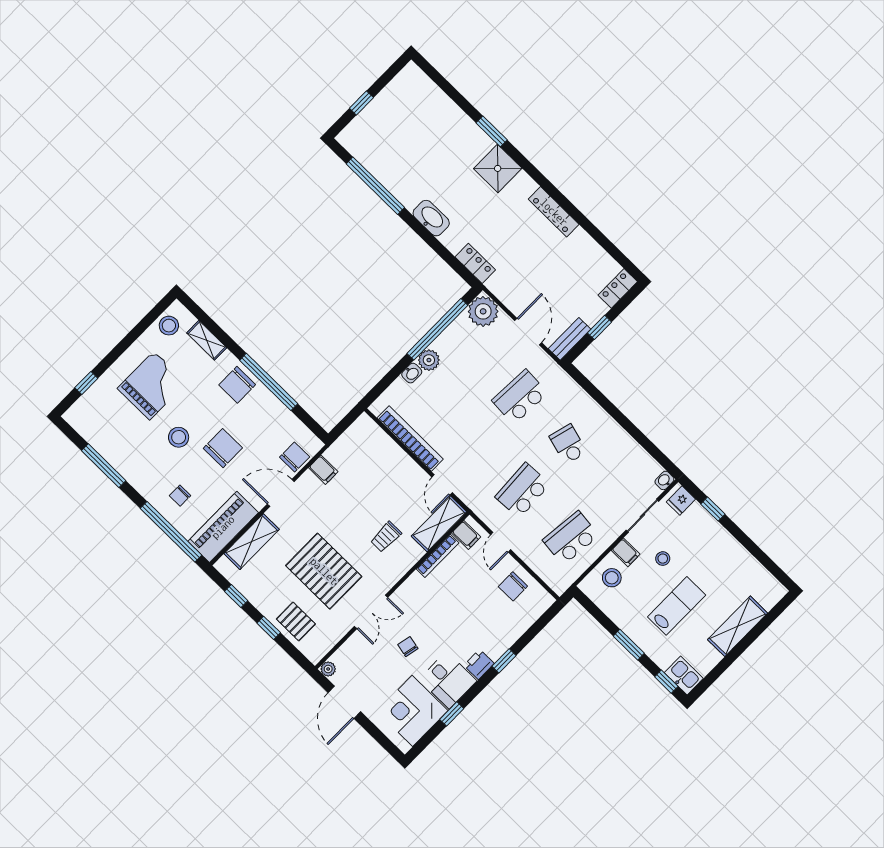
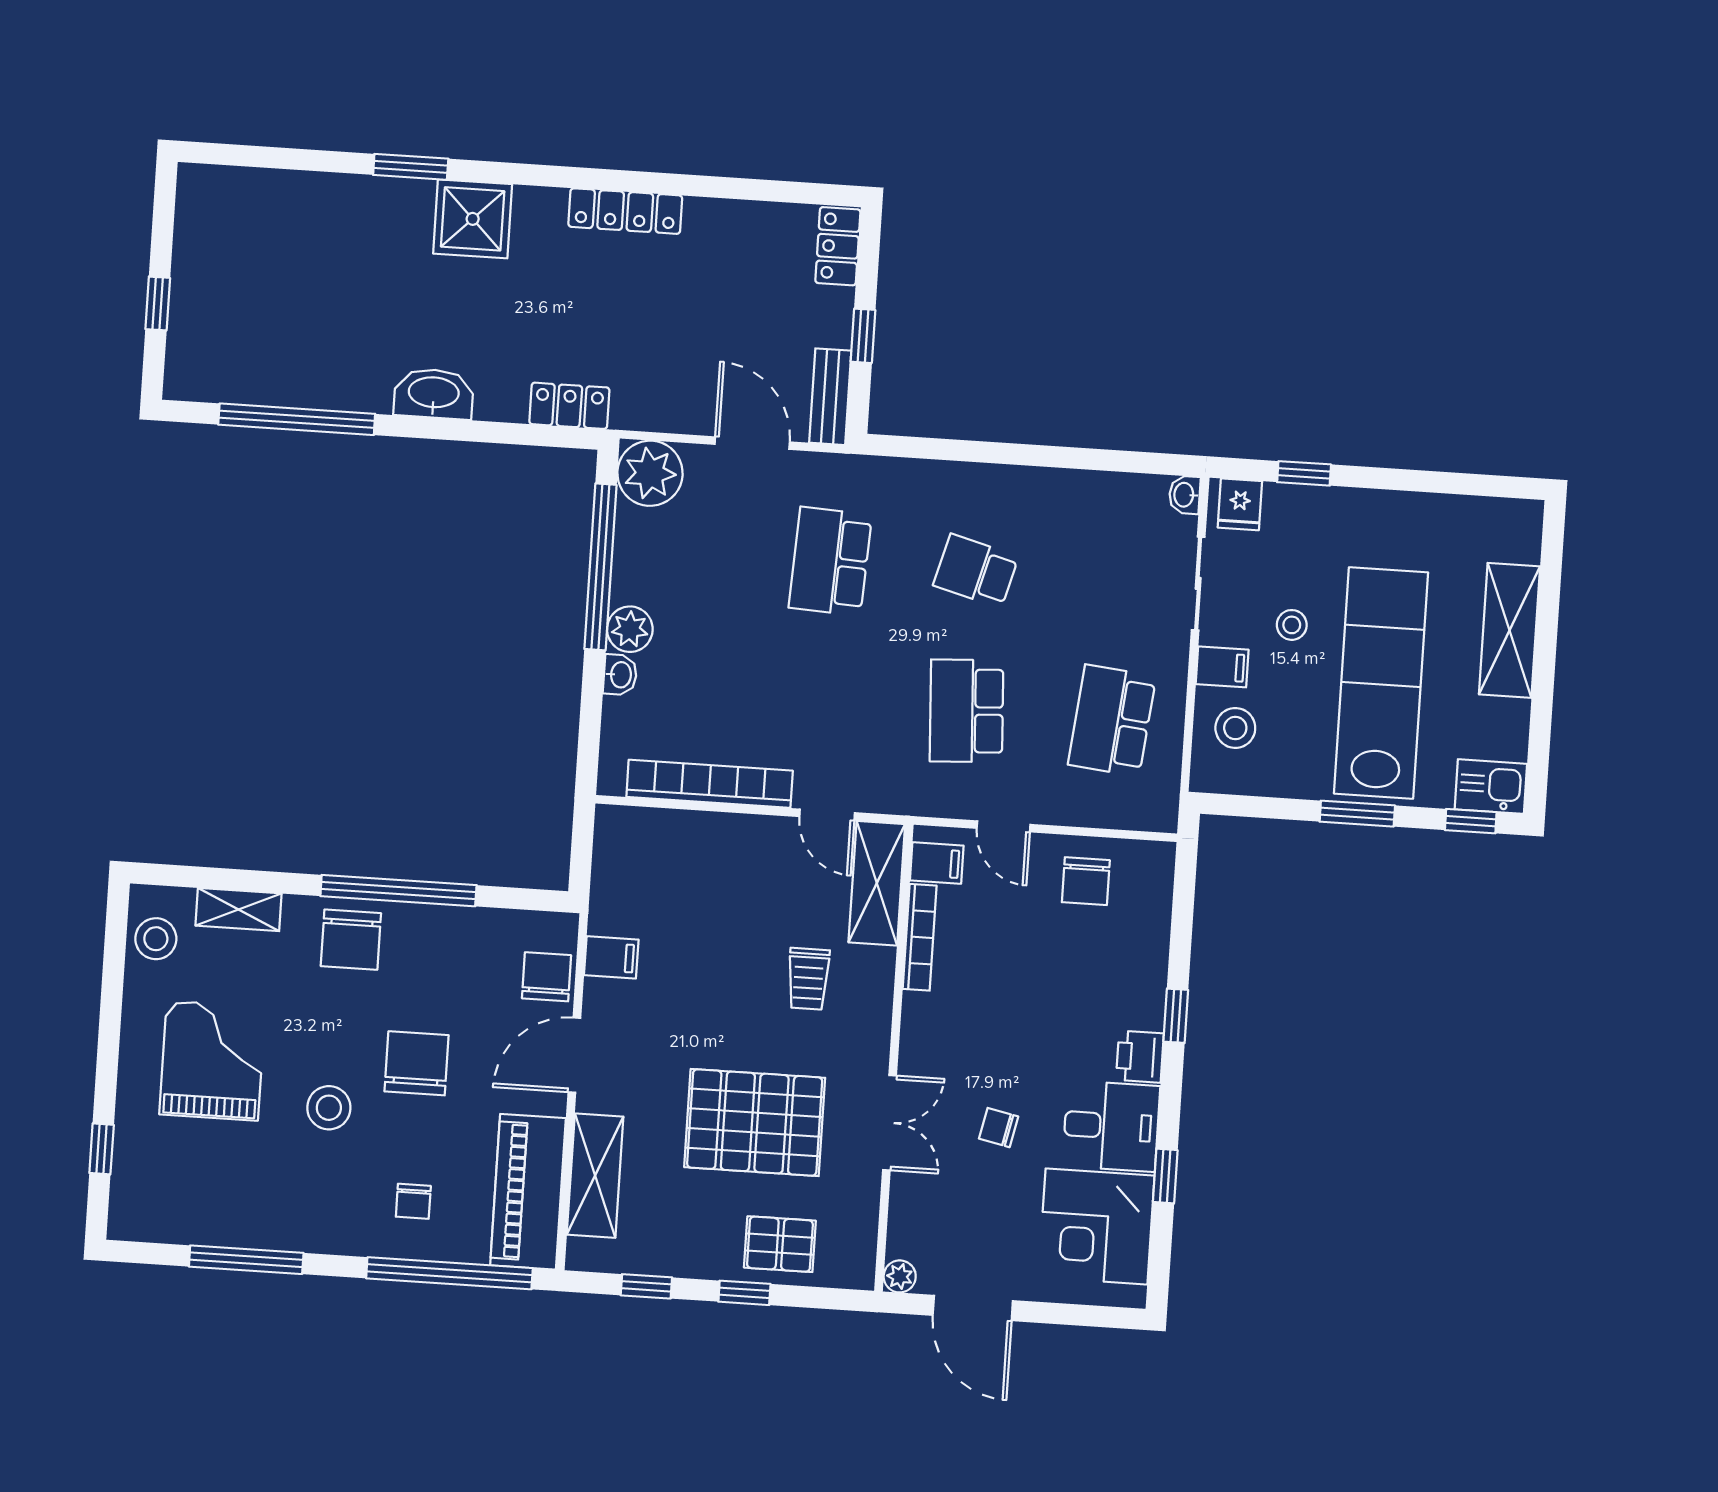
lab bench: (677, 606) -> (1381, 683), width x1.86, depth x1.39

